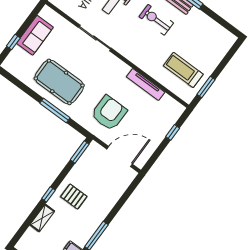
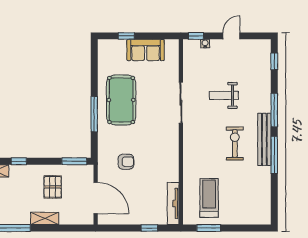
tv unit: (146, 84) -> (173, 203), moved
armchair: (109, 113) -> (126, 162), width x0.53, depth x0.53
pallet: (74, 197) -> (53, 187), moved
shelving: (107, 207) -> (45, 218), added

